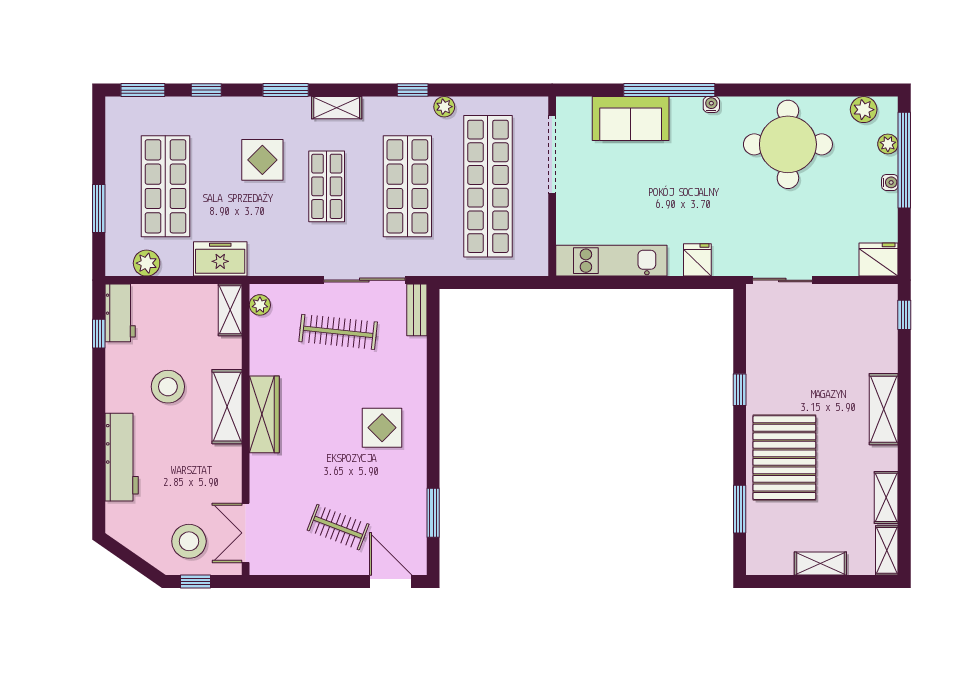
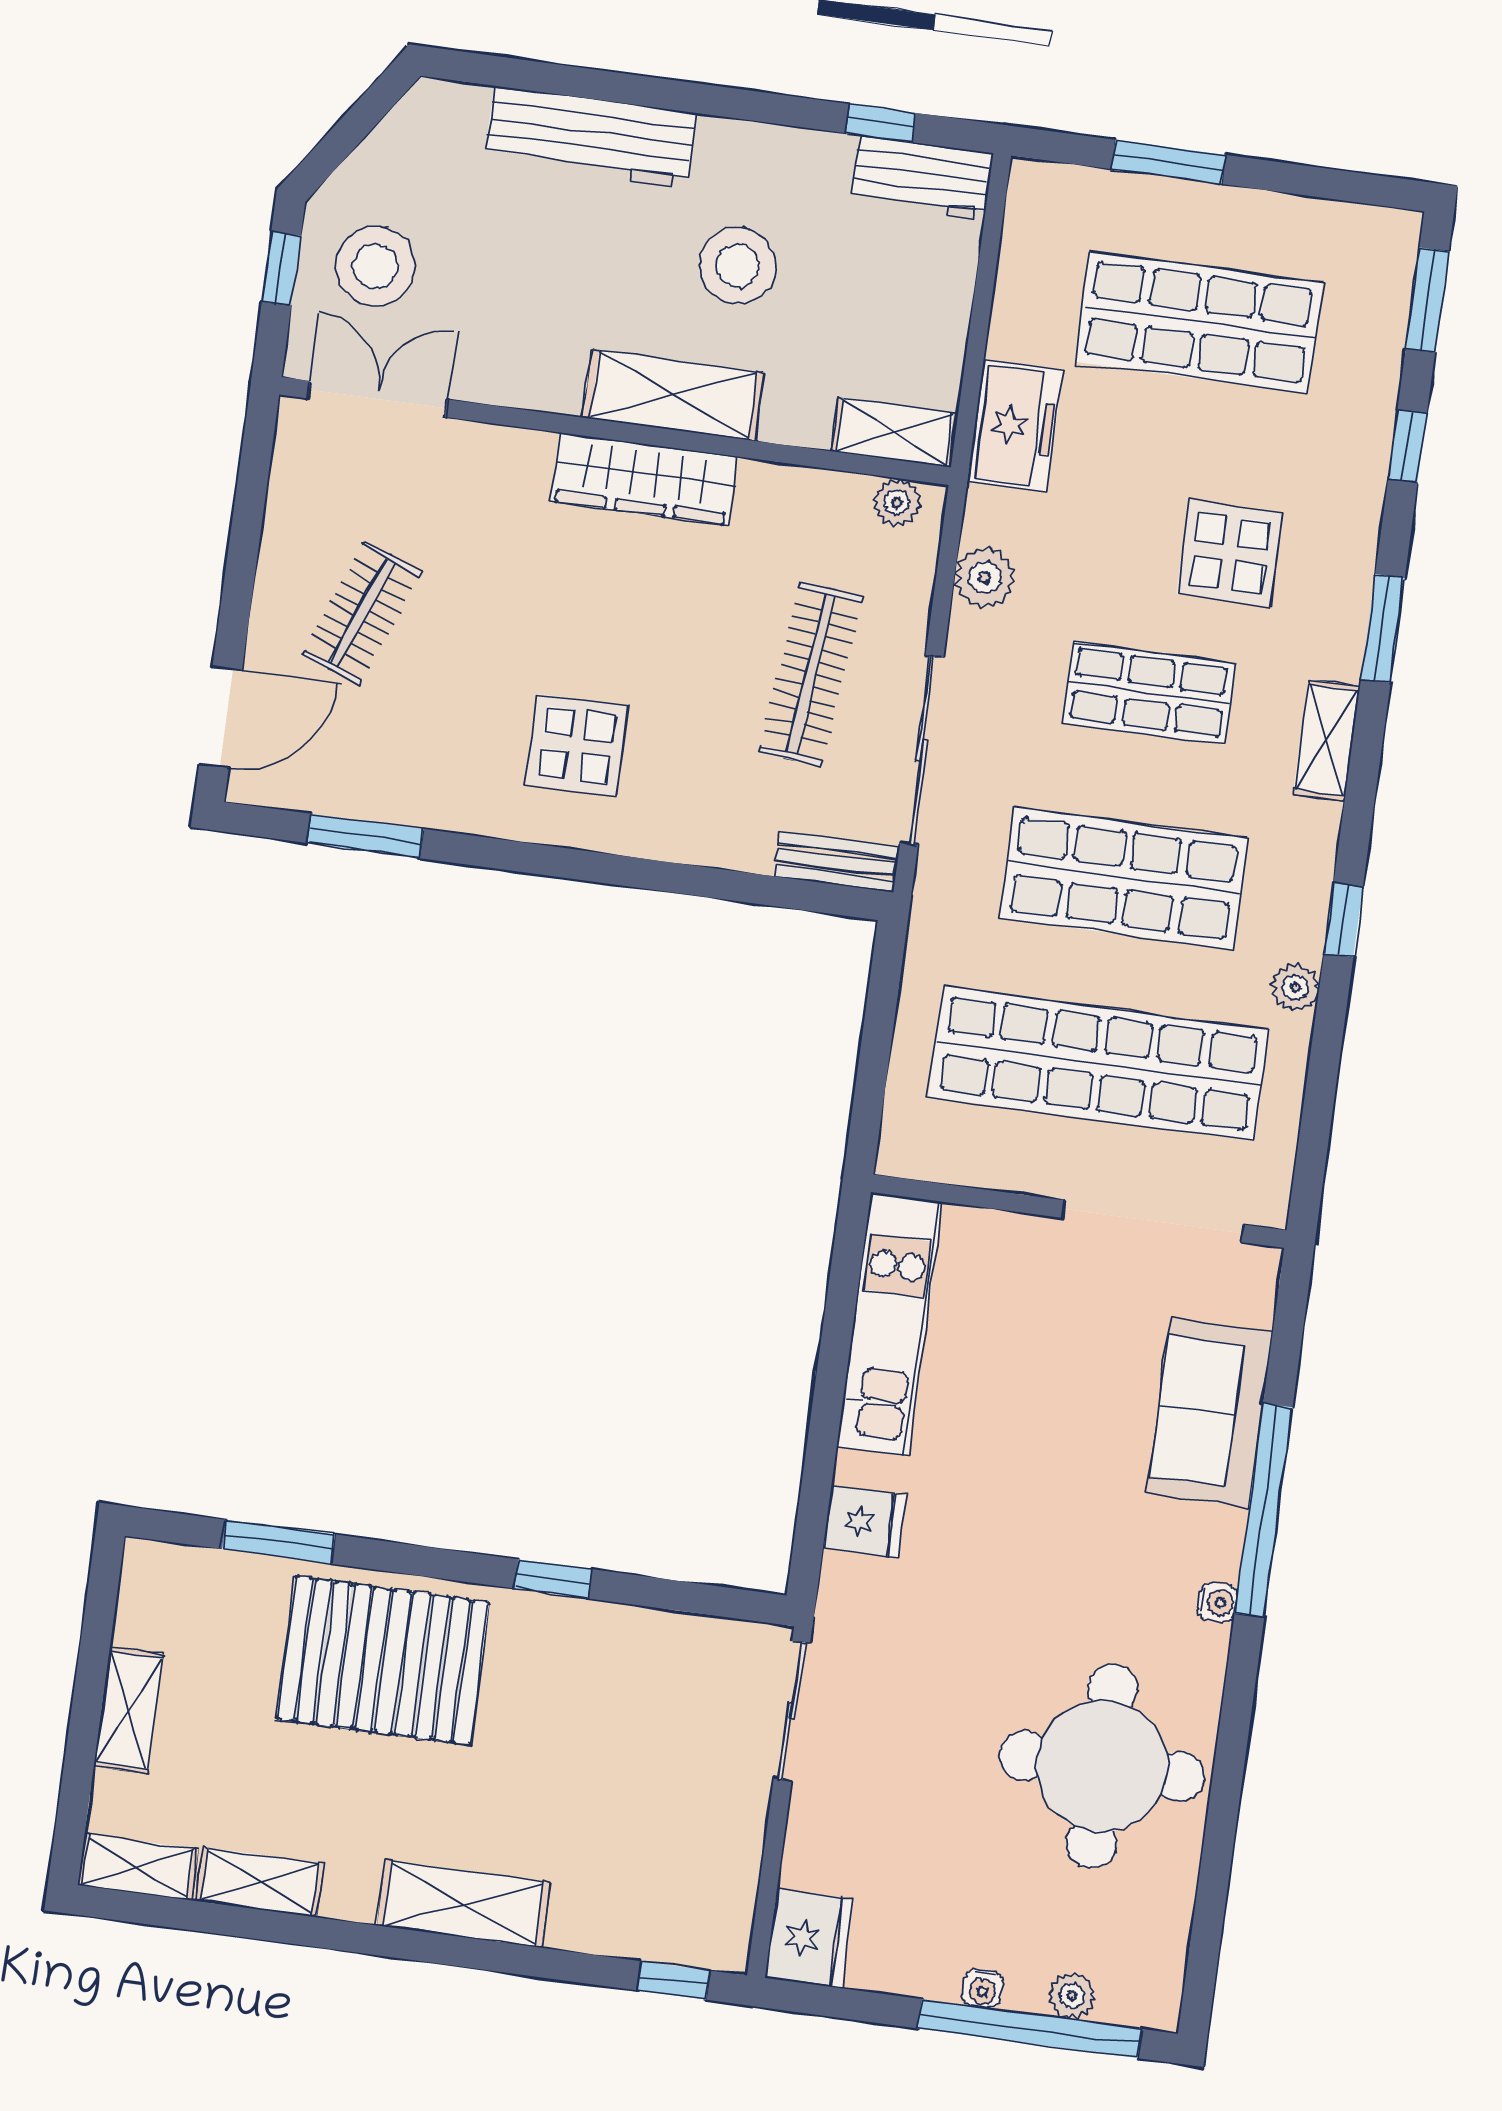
plant: (864, 110) -> (1158, 1951), removed
plant: (147, 263) -> (985, 577), moved

